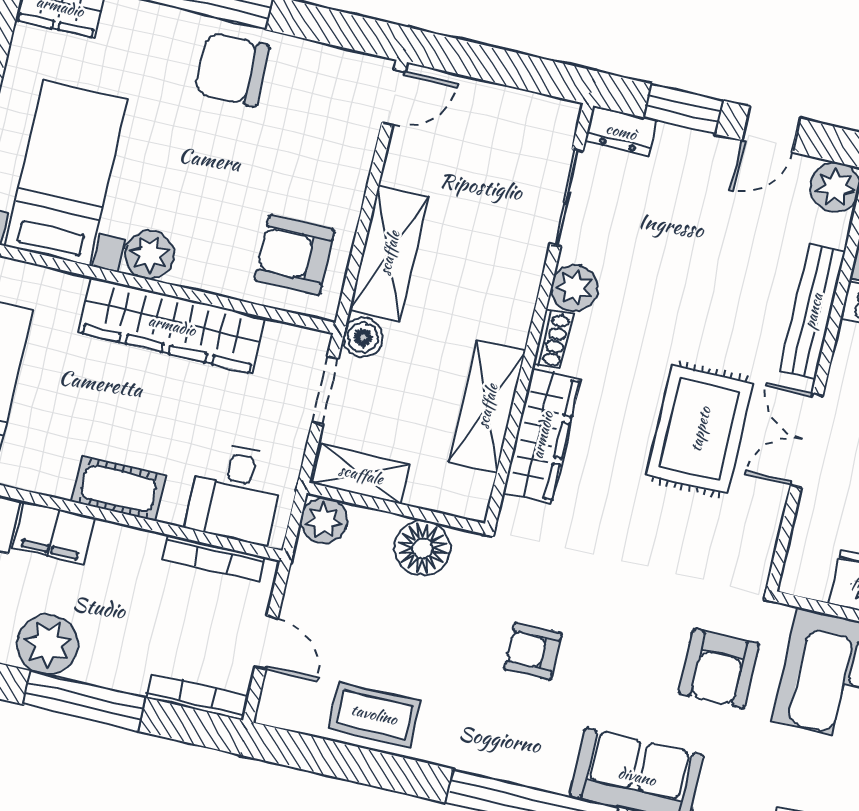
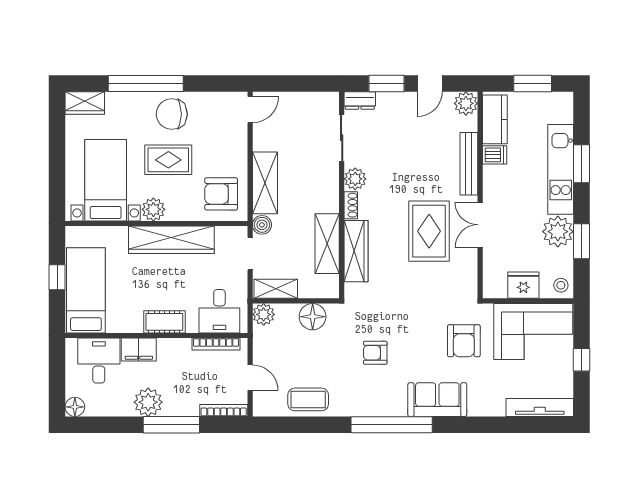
rug: (203, 161) -> (168, 160), added

